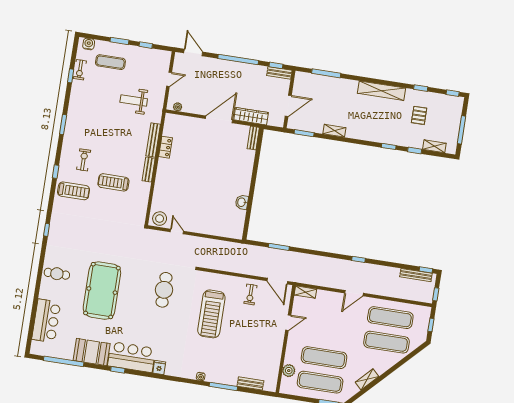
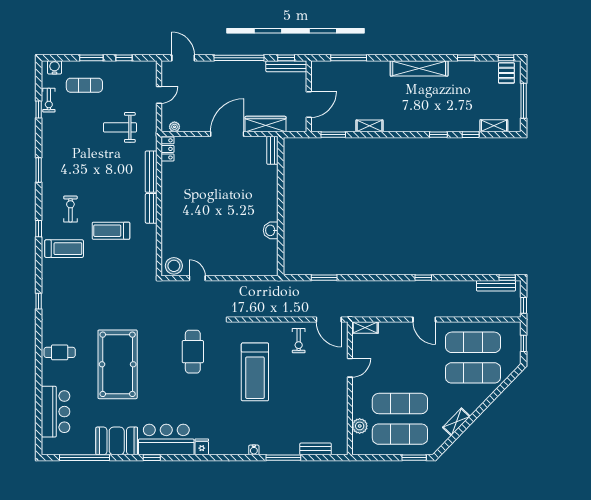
bench: (279, 73) -> (286, 66), width x1.36
pallet: (419, 115) -> (506, 73), moved
locker: (165, 147) -> (167, 149), moved
door: (354, 293) -> (424, 320), hinge flipped

